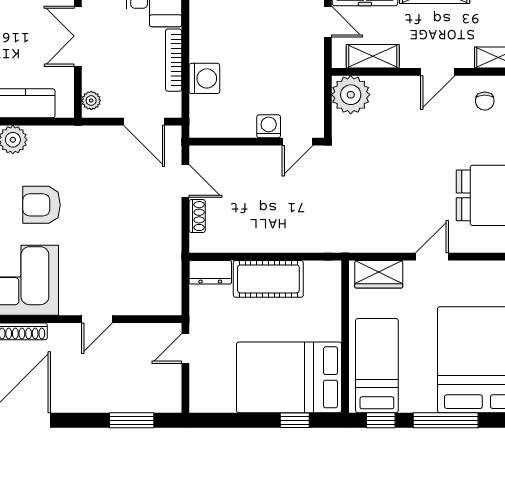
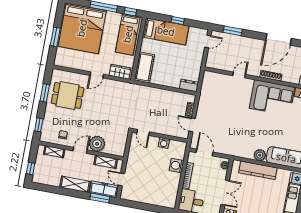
plant: (351, 95) -> (97, 144), moved
washing machine: (269, 126) -> (164, 143), moved
door: (297, 142) -> (143, 132), swing flipped
armchair: (42, 205) -> (253, 126), removed
cot: (268, 279) -> (144, 67), moved, turned 90
door: (185, 348) -> (208, 42), moved
bed: (289, 377) -> (166, 31), width x0.67
window: (295, 420) -> (178, 21), moved

